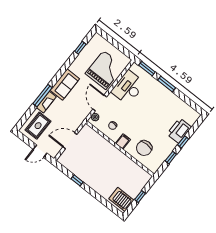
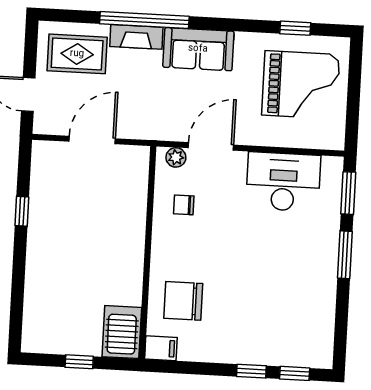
grand piano: (105, 70) -> (301, 85), moved
window: (43, 96) -> (144, 20), width x1.46
printer: (179, 131) -> (269, 347), removed
door: (70, 141) -> (92, 140), hinge flipped
filing cabinet: (123, 141) -> (161, 348), moved
window: (171, 158) -> (295, 373), moved
server rack: (121, 199) -> (122, 332), moved

